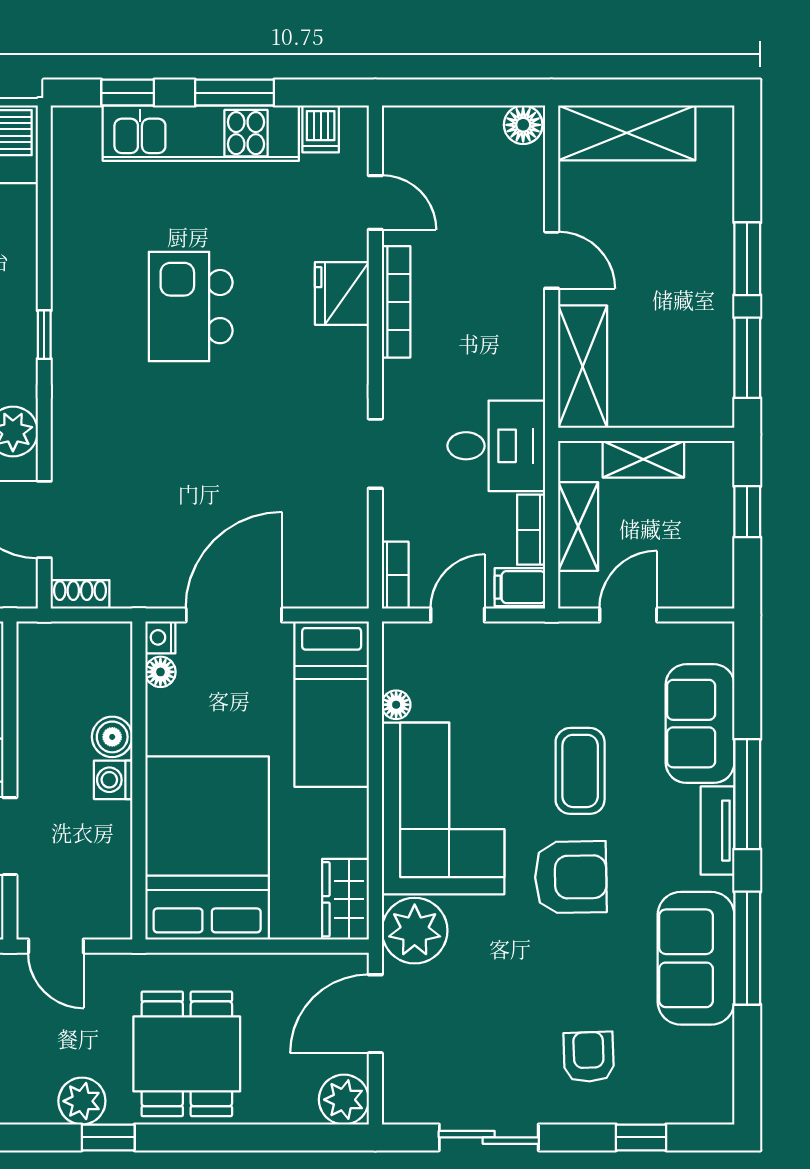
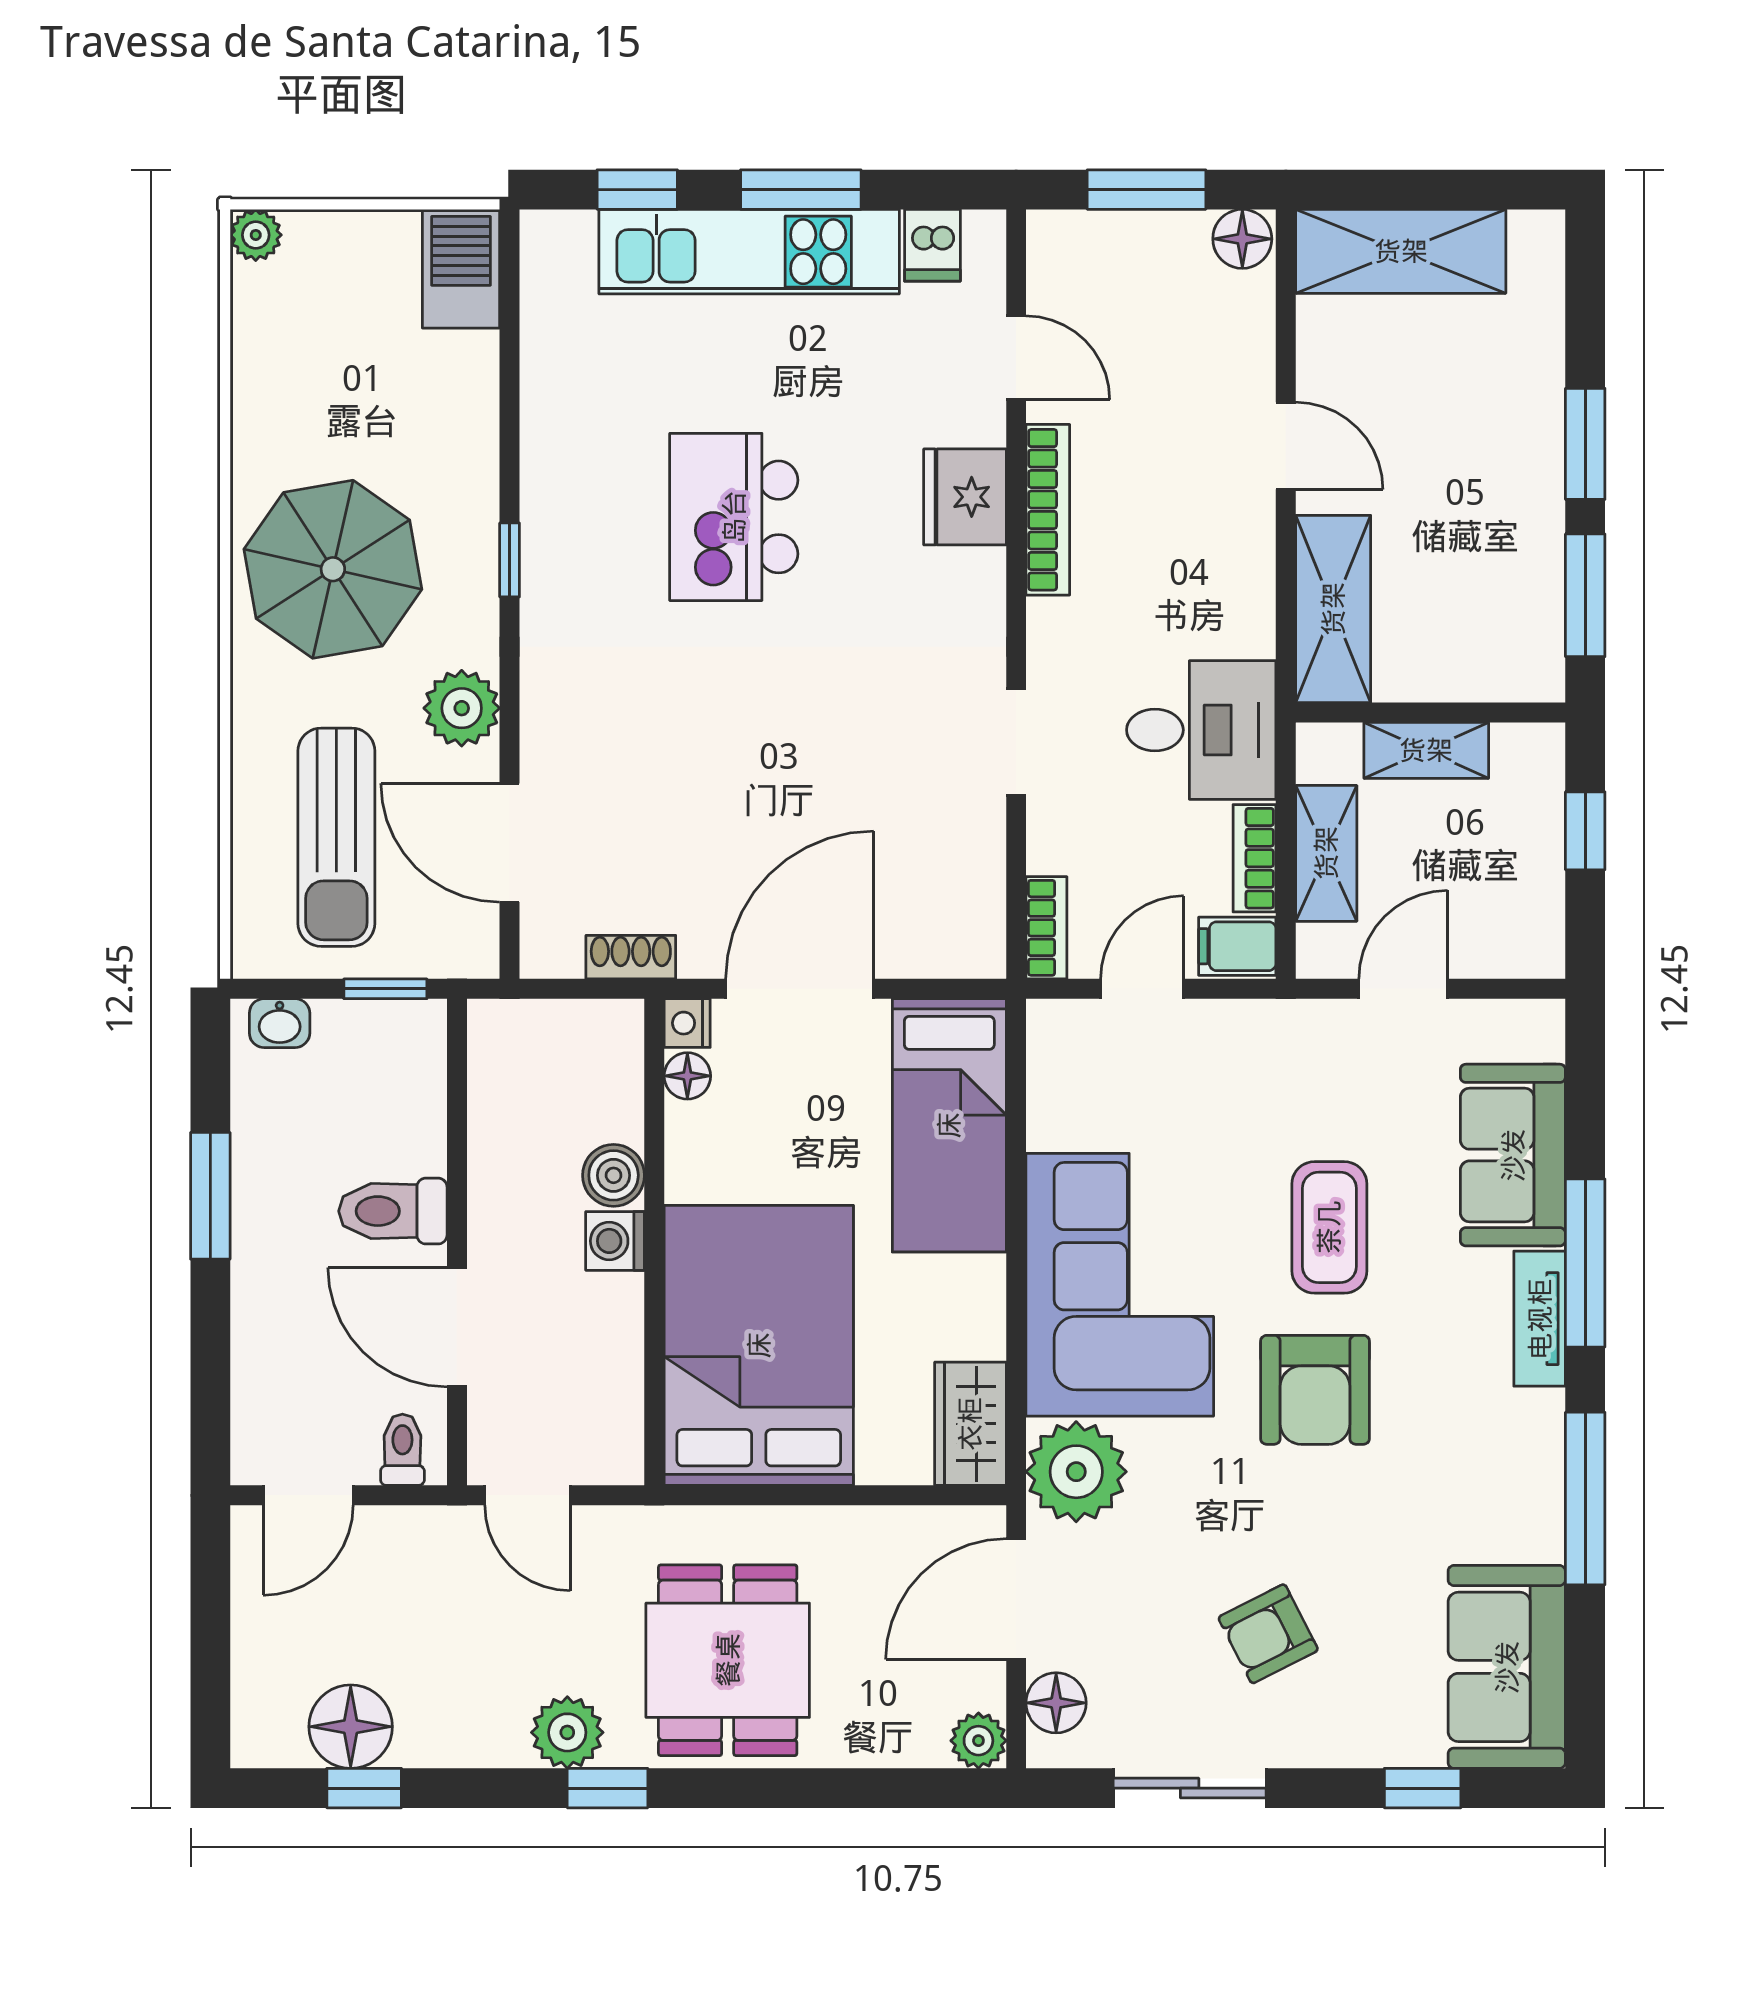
window: (461, 93) -> (1147, 190), added
shoe rack: (80, 594) -> (631, 957), moved
floor lamp: (396, 705) -> (1056, 1703), moved, width x1.37, depth x1.37
armchair: (571, 877) -> (1315, 1390), turned 91
sofa: (696, 958) -> (1507, 1667), moved
armchair: (589, 1057) -> (1268, 1634), moved, turned -115
plant: (344, 1100) -> (978, 1741), width x0.73, depth x0.73

